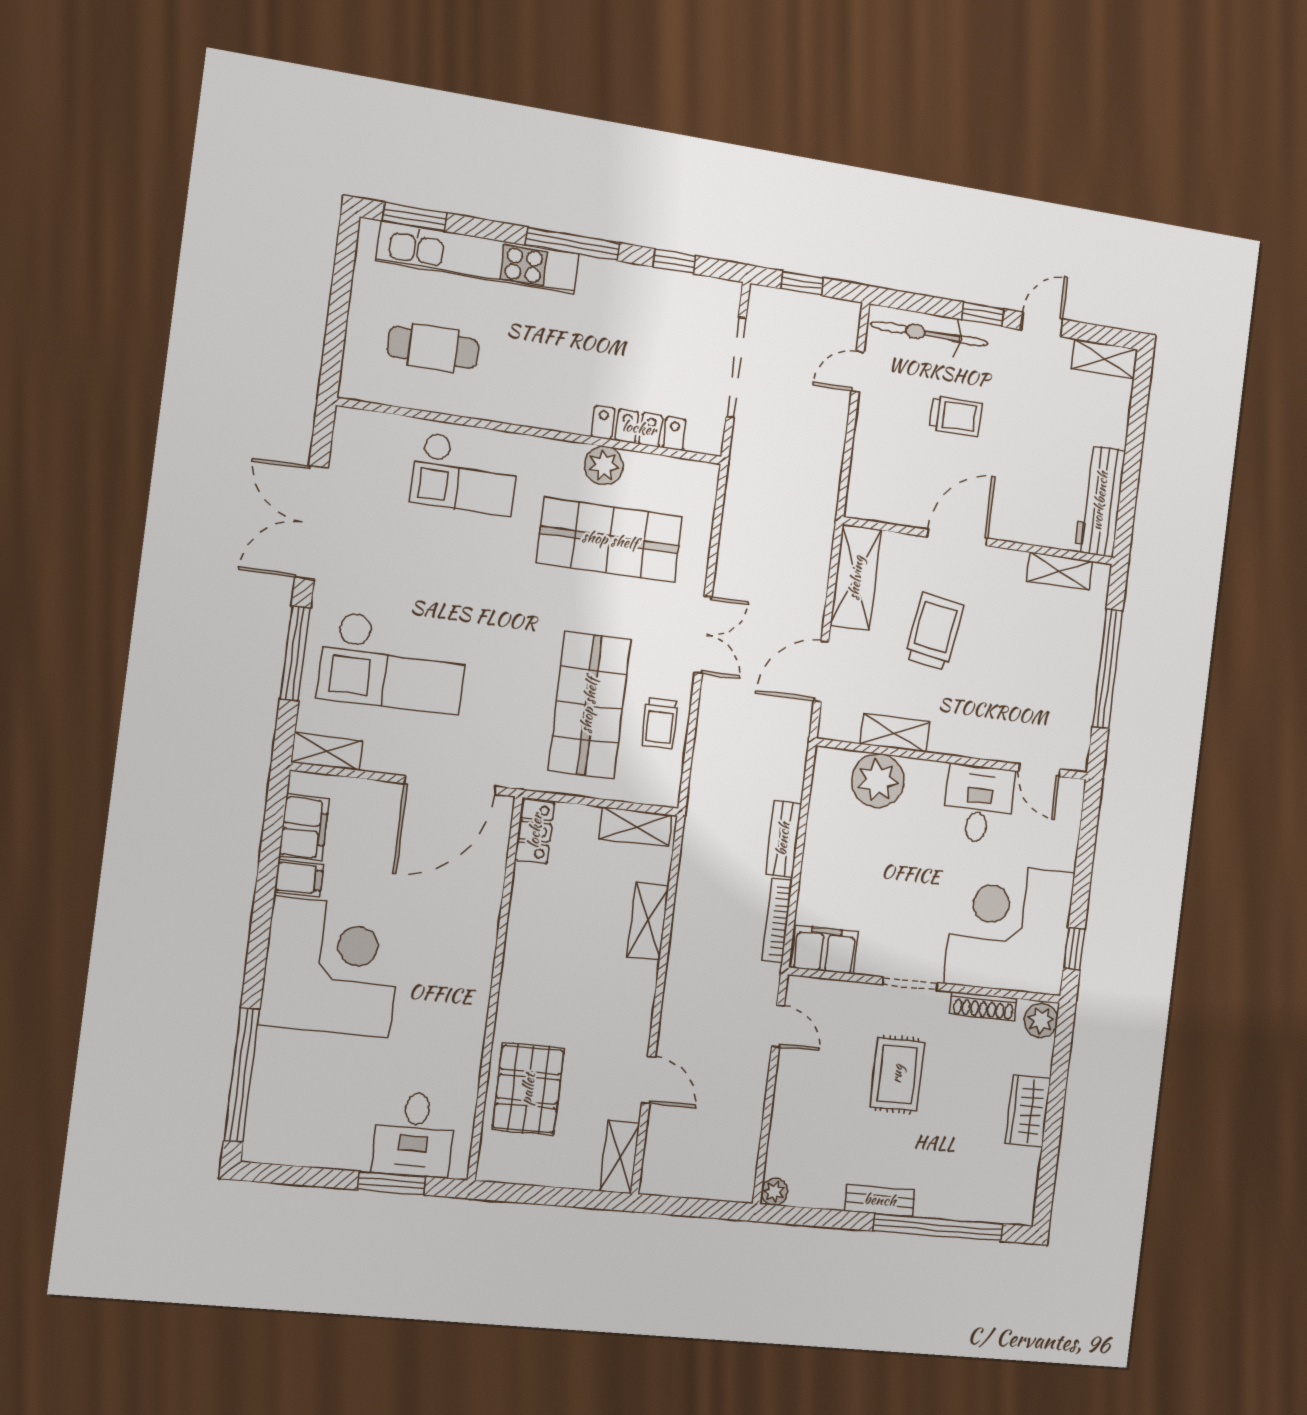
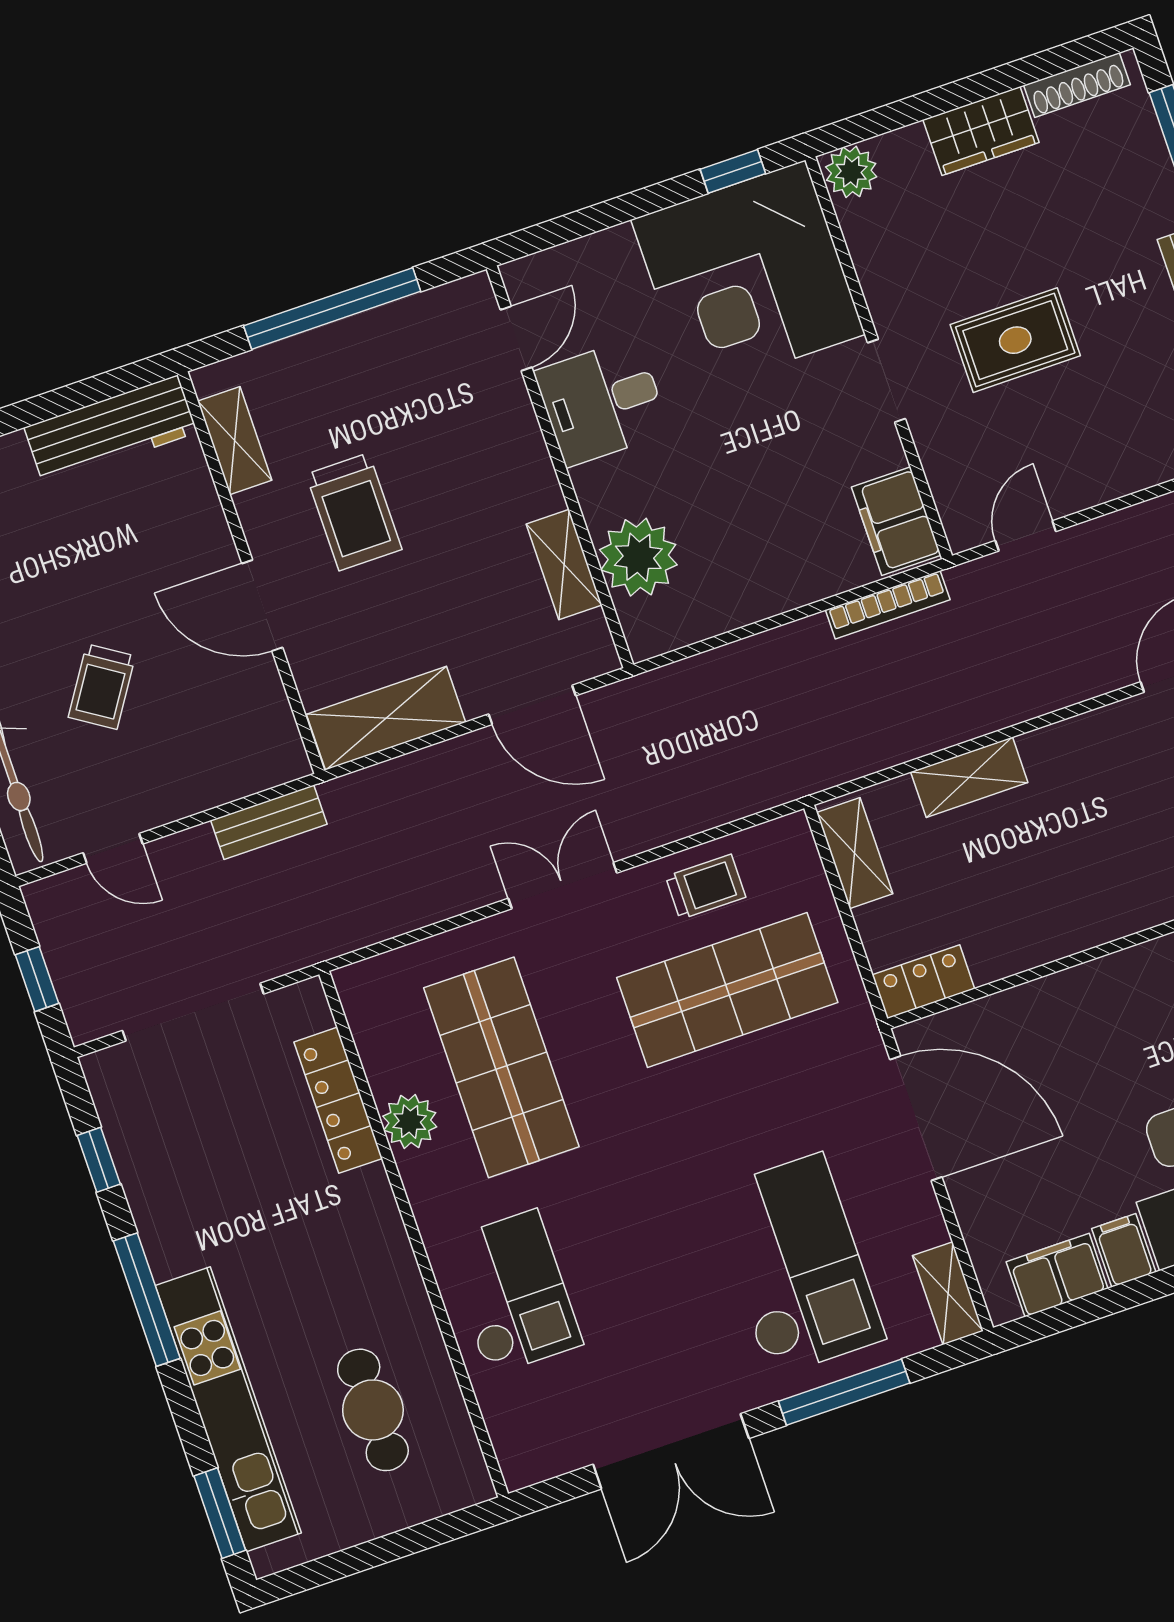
trolley: (956, 416) -> (102, 687), turned -147
trolley: (934, 632) -> (354, 512), moved, turned -99
bench: (783, 839) -> (269, 822), moved
shoe rack: (983, 1006) -> (1077, 85), moved, turned 90

